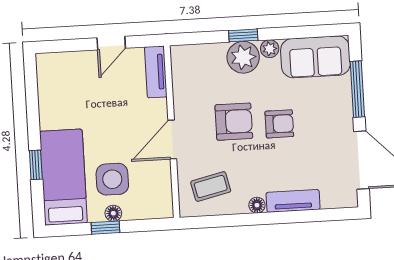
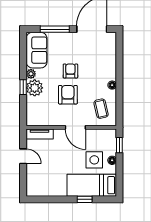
tv unit: (293, 201) -> (111, 66), removed
window: (106, 228) -> (119, 145), moved

